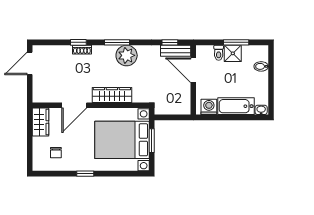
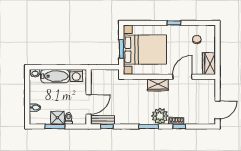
plant: (127, 55) -> (160, 116), moved
door: (193, 70) -> (89, 104), hinge flipped
wardrobe: (112, 95) -> (158, 85), width x0.67

